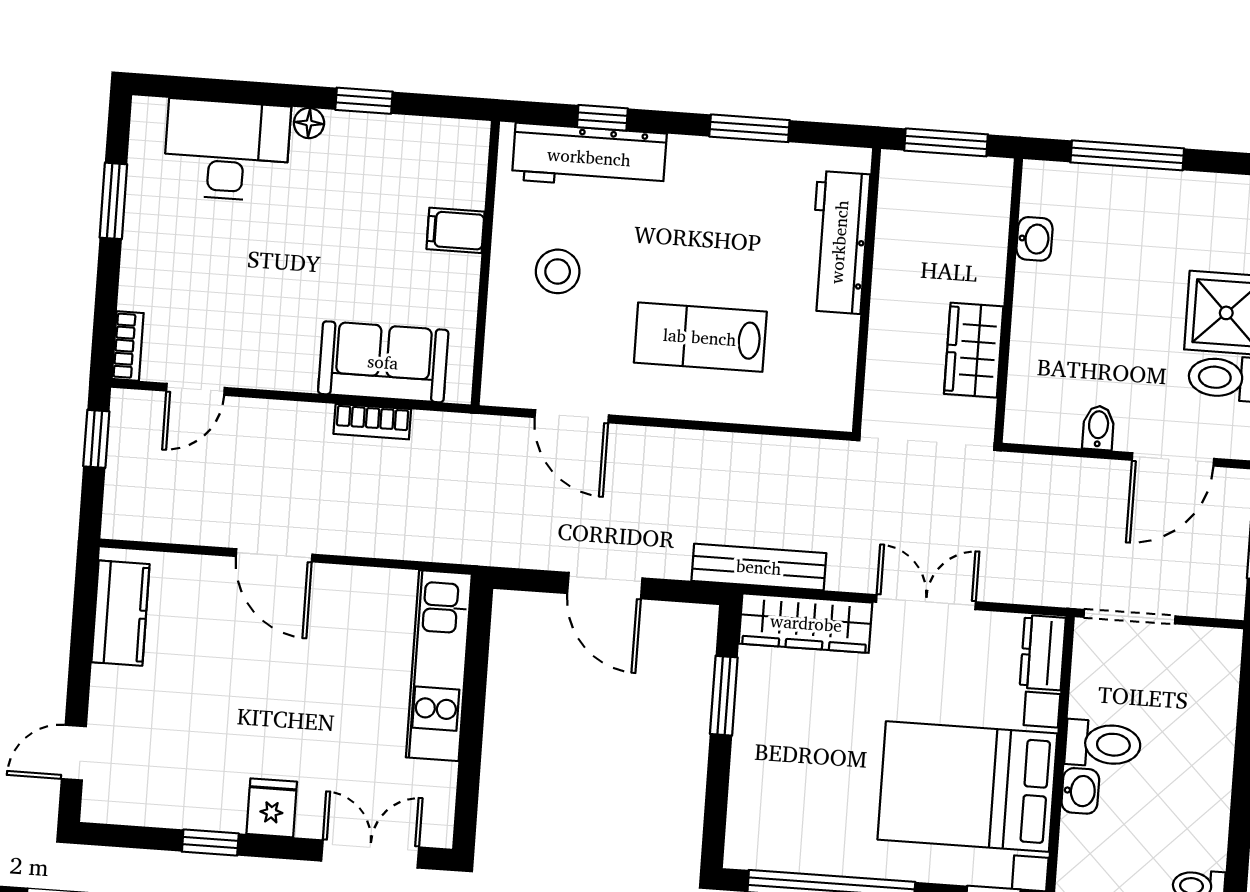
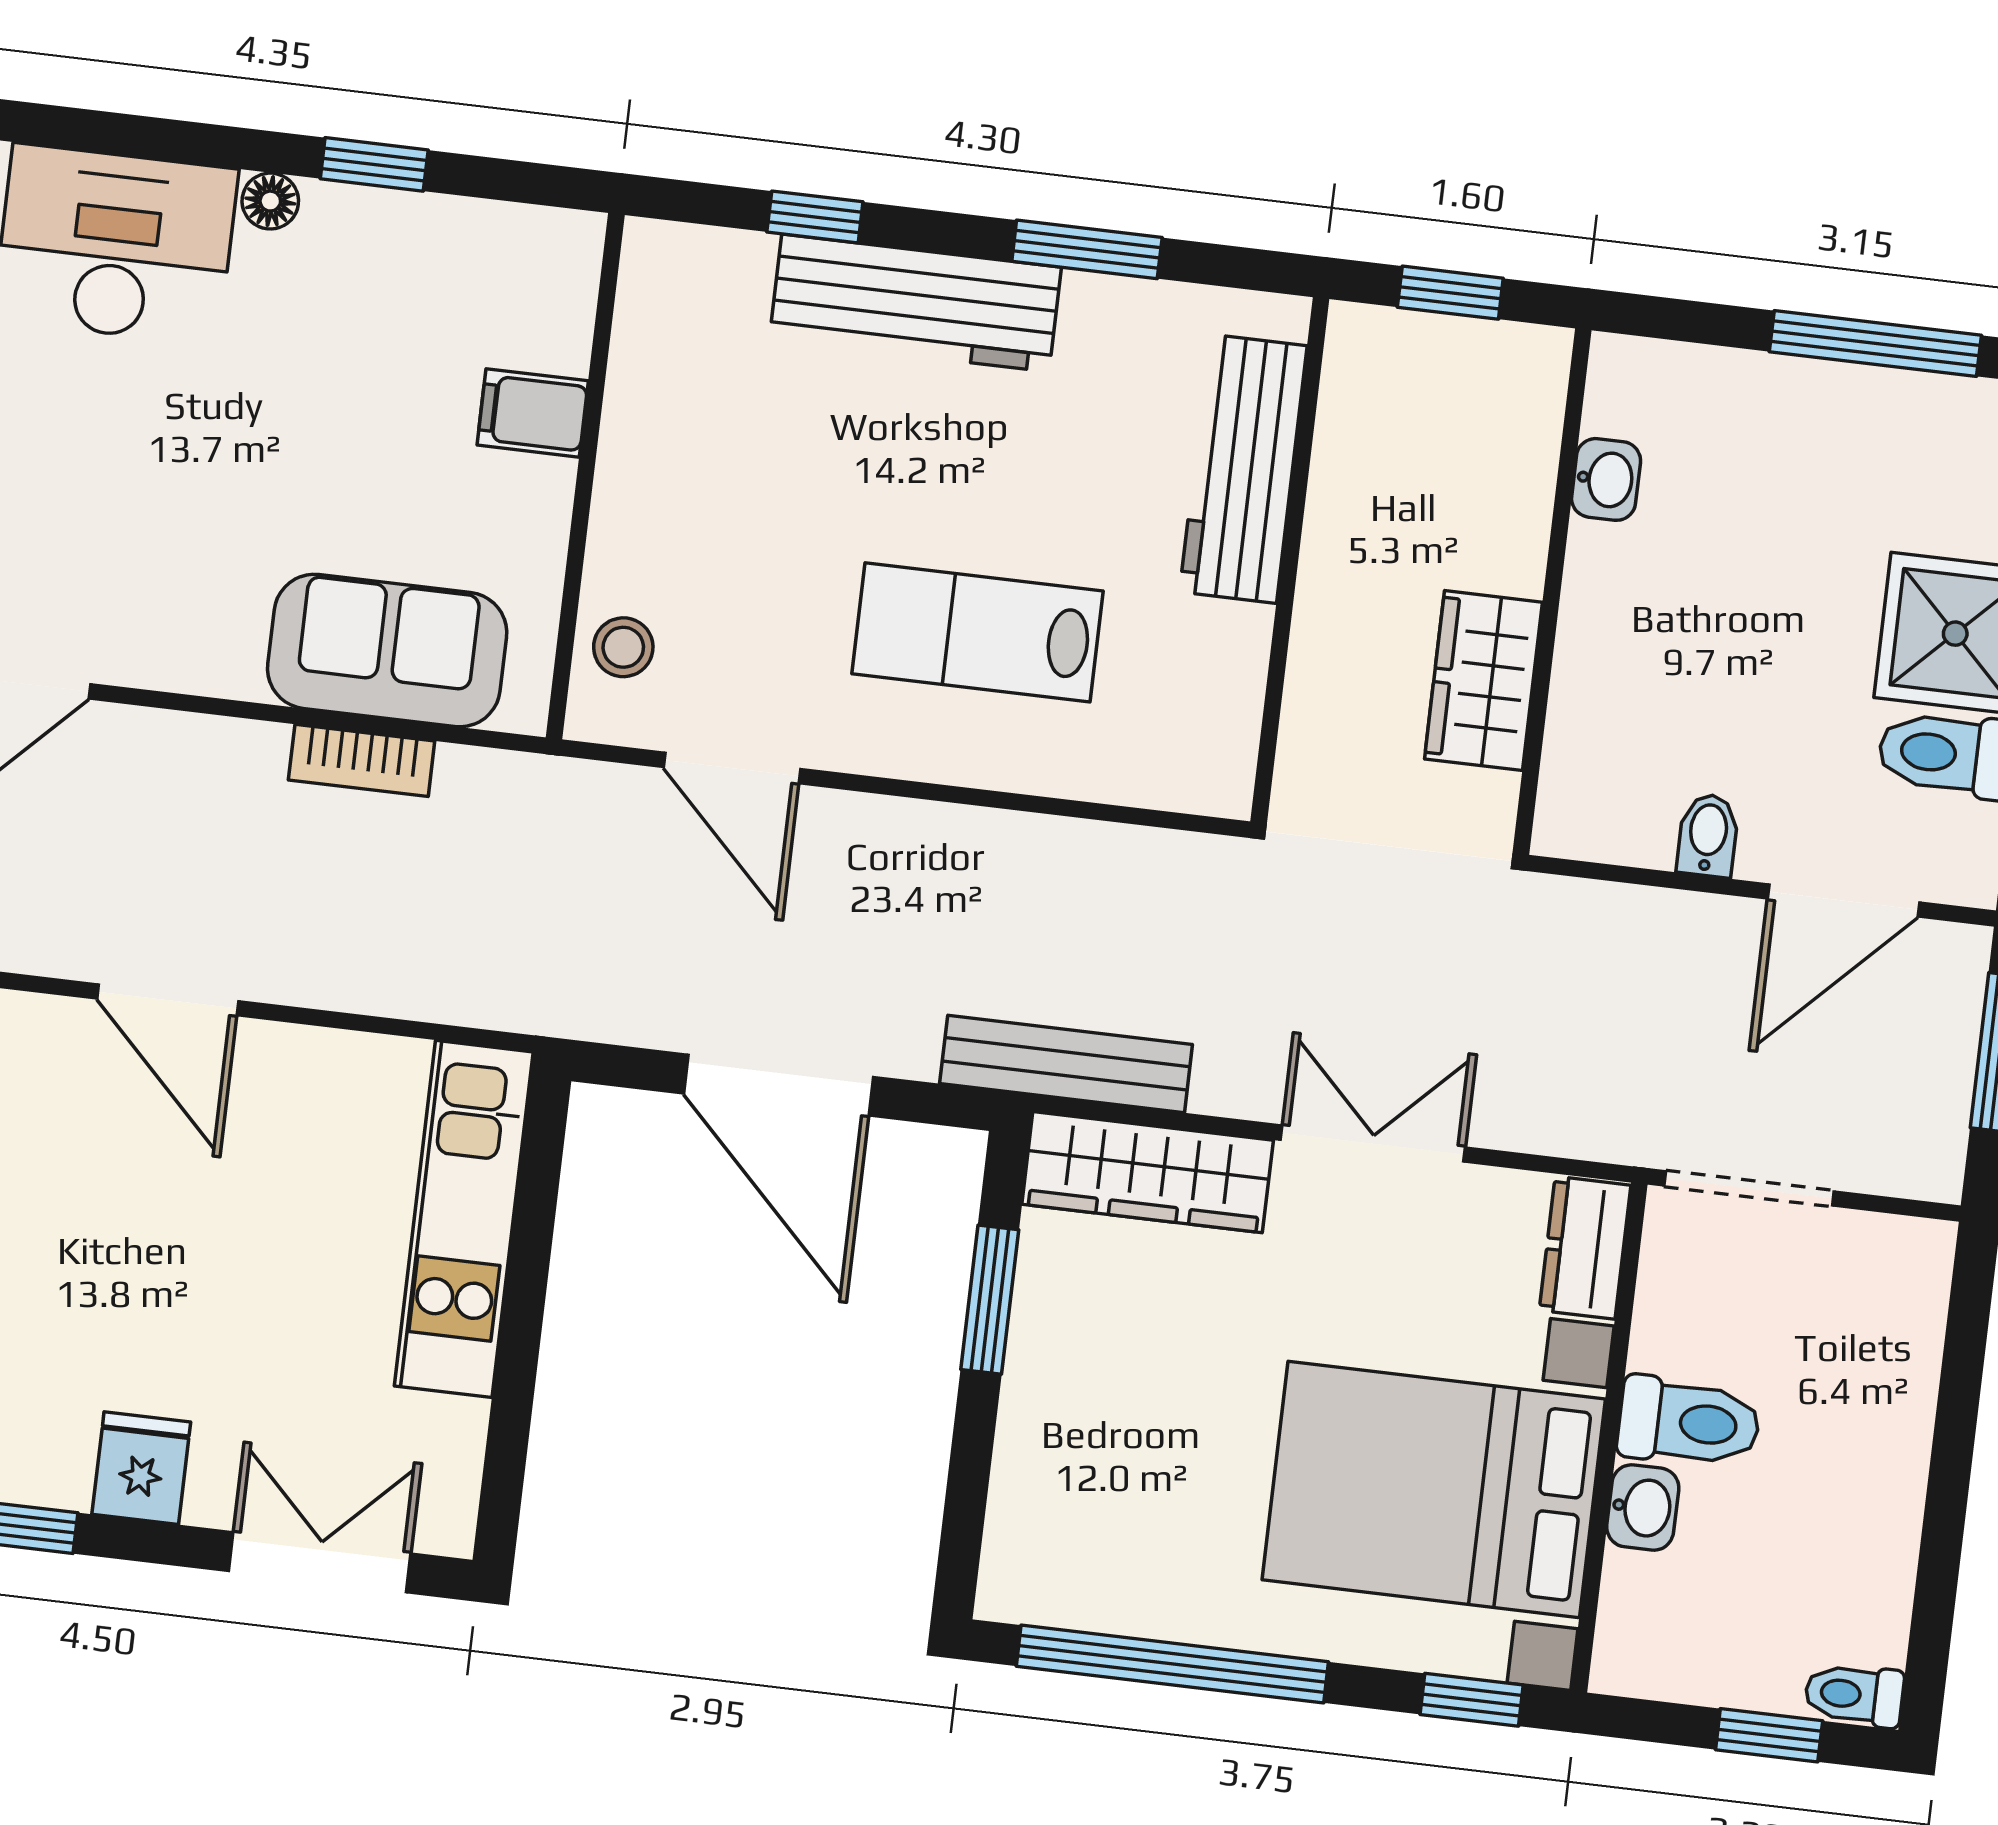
window: (946, 142) -> (1450, 293), width x0.67
window: (1127, 155) -> (1875, 343), moved
workbench: (589, 157) -> (915, 303), moved
stool: (558, 271) -> (623, 647), moved, width x0.73, depth x0.73
door: (605, 586) -> (778, 1085), width x1.36

